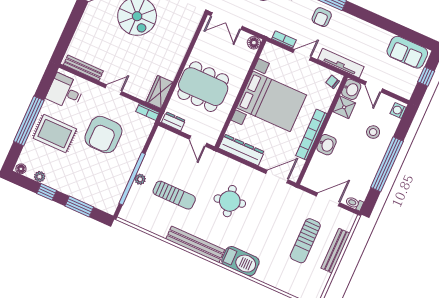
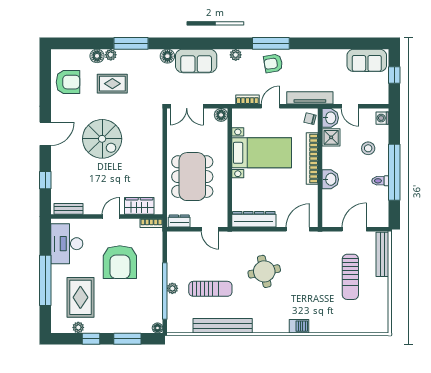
armchair: (322, 17) -> (273, 63), turned 81
window: (69, 31) -> (45, 180), added
bench: (83, 68) -> (69, 209), width x0.73
dining table: (203, 87) -> (192, 177), turned 90
desk: (65, 92) -> (67, 244), width x1.37
wardrobe: (159, 92) -> (139, 206), moved, turned 90
bed with nightstands: (272, 101) -> (262, 153), width x0.73
rug: (55, 134) -> (80, 297), moved, turned 90
bookcase: (311, 135) -> (312, 158), moved
floor lamp: (21, 169) -> (157, 328), moved
toilet: (354, 203) -> (380, 181), moved
bench: (195, 244) -> (223, 326), moved
bench: (335, 251) -> (382, 254), moved
barbecue: (240, 261) -> (299, 326), width x0.53, depth x0.65

